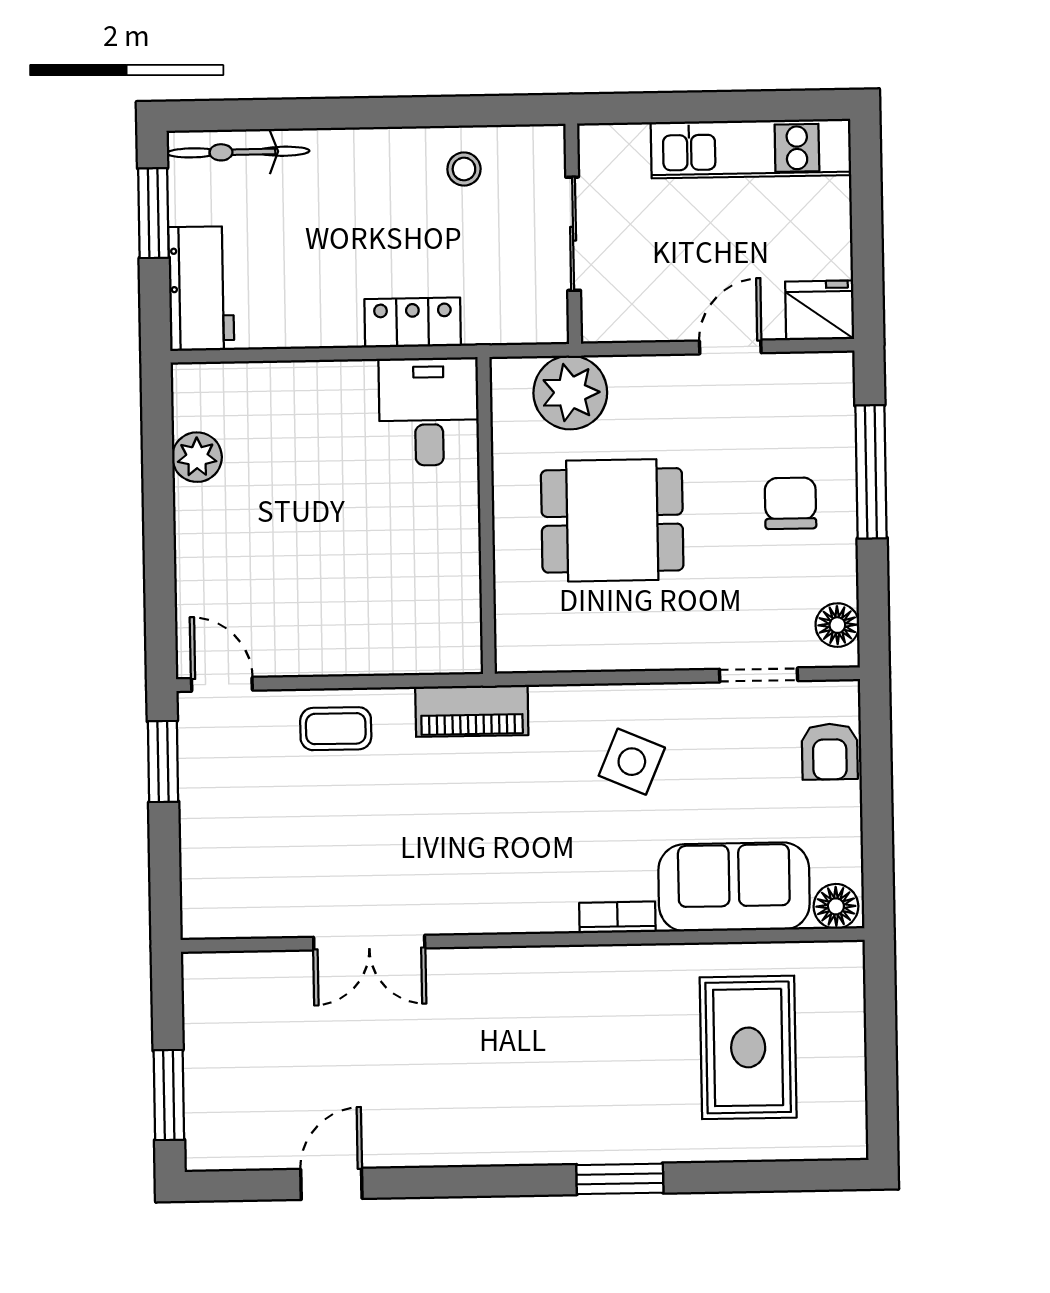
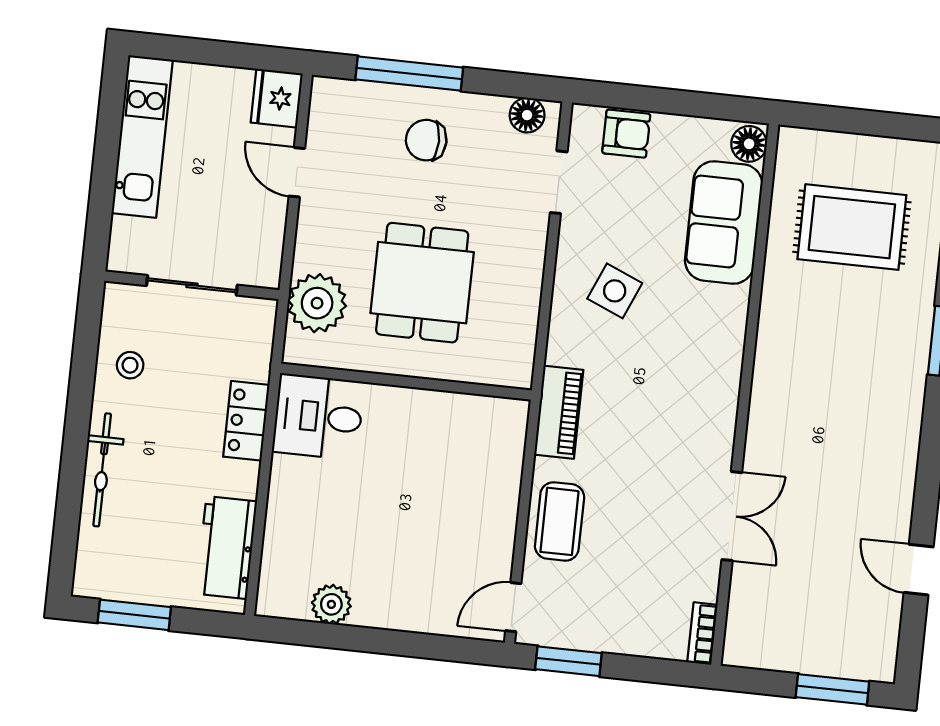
bicycle: (238, 152) -> (102, 470), moved
workbench: (201, 289) -> (226, 548), moved, turned -90
coffee table: (336, 729) -> (560, 521), width x1.36, depth x1.30
bookcase: (617, 917) -> (702, 634), moved

